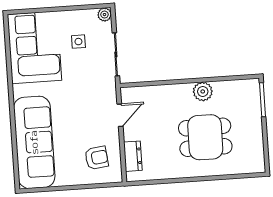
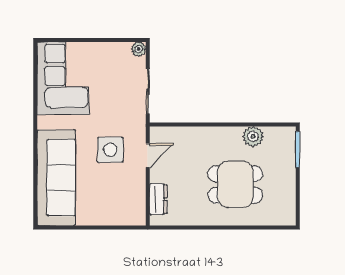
side table: (78, 42) -> (110, 150), moved, width x1.87, depth x1.87
plant: (203, 91) -> (253, 136), moved
armchair: (97, 158) -> (120, 198), removed

